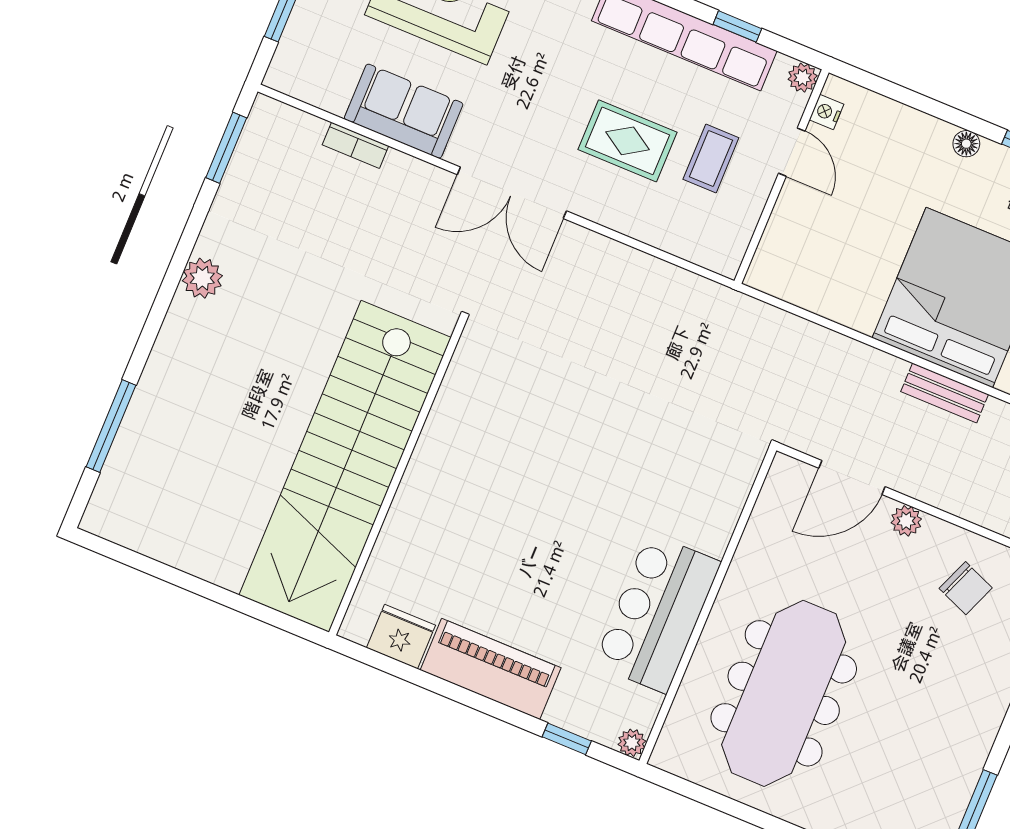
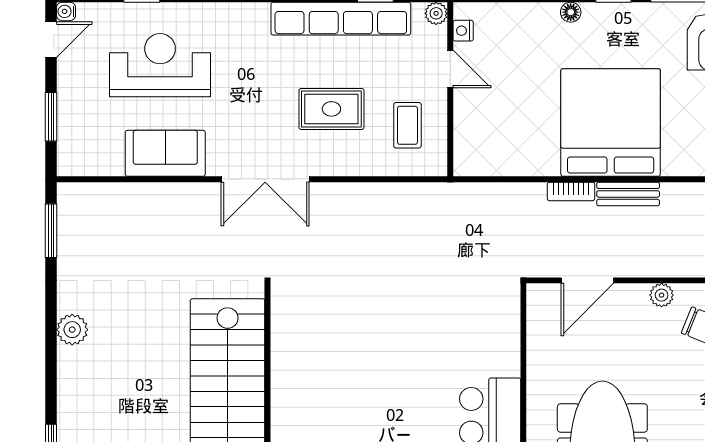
bookcase: (355, 145) -> (571, 191), moved
coffee table: (711, 158) -> (407, 125), moved
plant: (906, 521) -> (662, 295), moved

